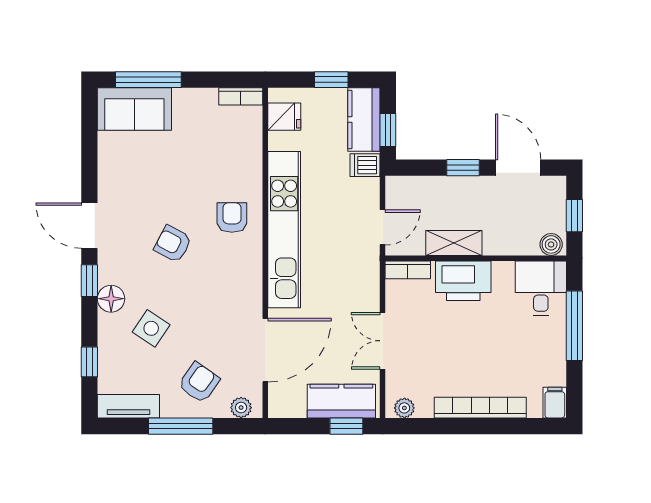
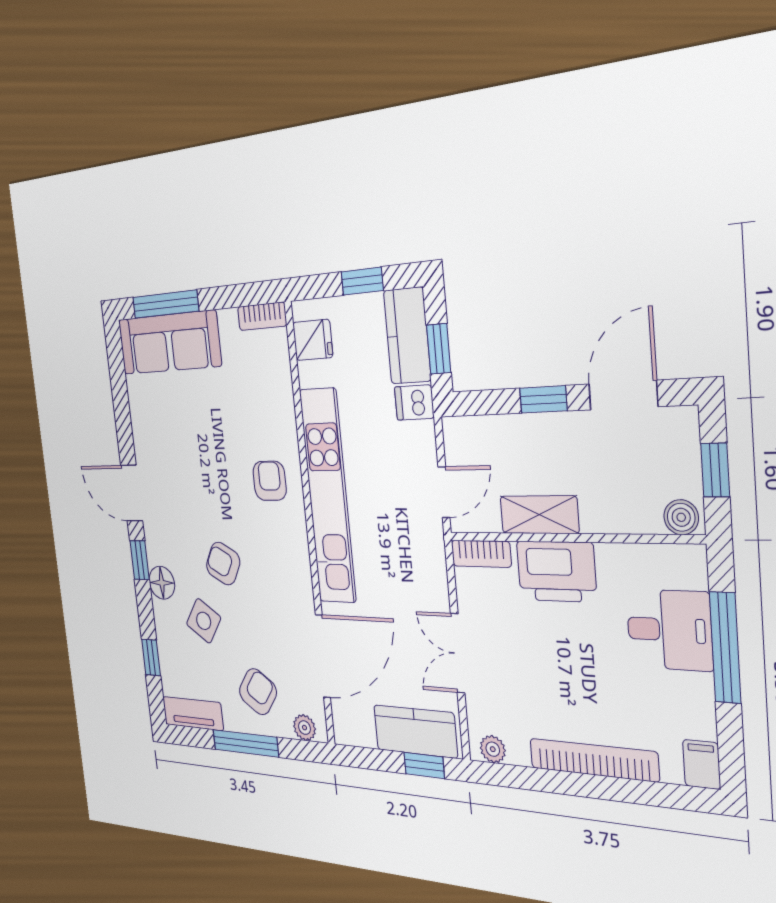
sofa: (134, 109) -> (169, 343), width x1.36
door: (518, 168) -> (623, 395), hinge flipped
armchair: (173, 244) -> (223, 564), moved
desk: (541, 288) -> (669, 630), moved, turned 90

